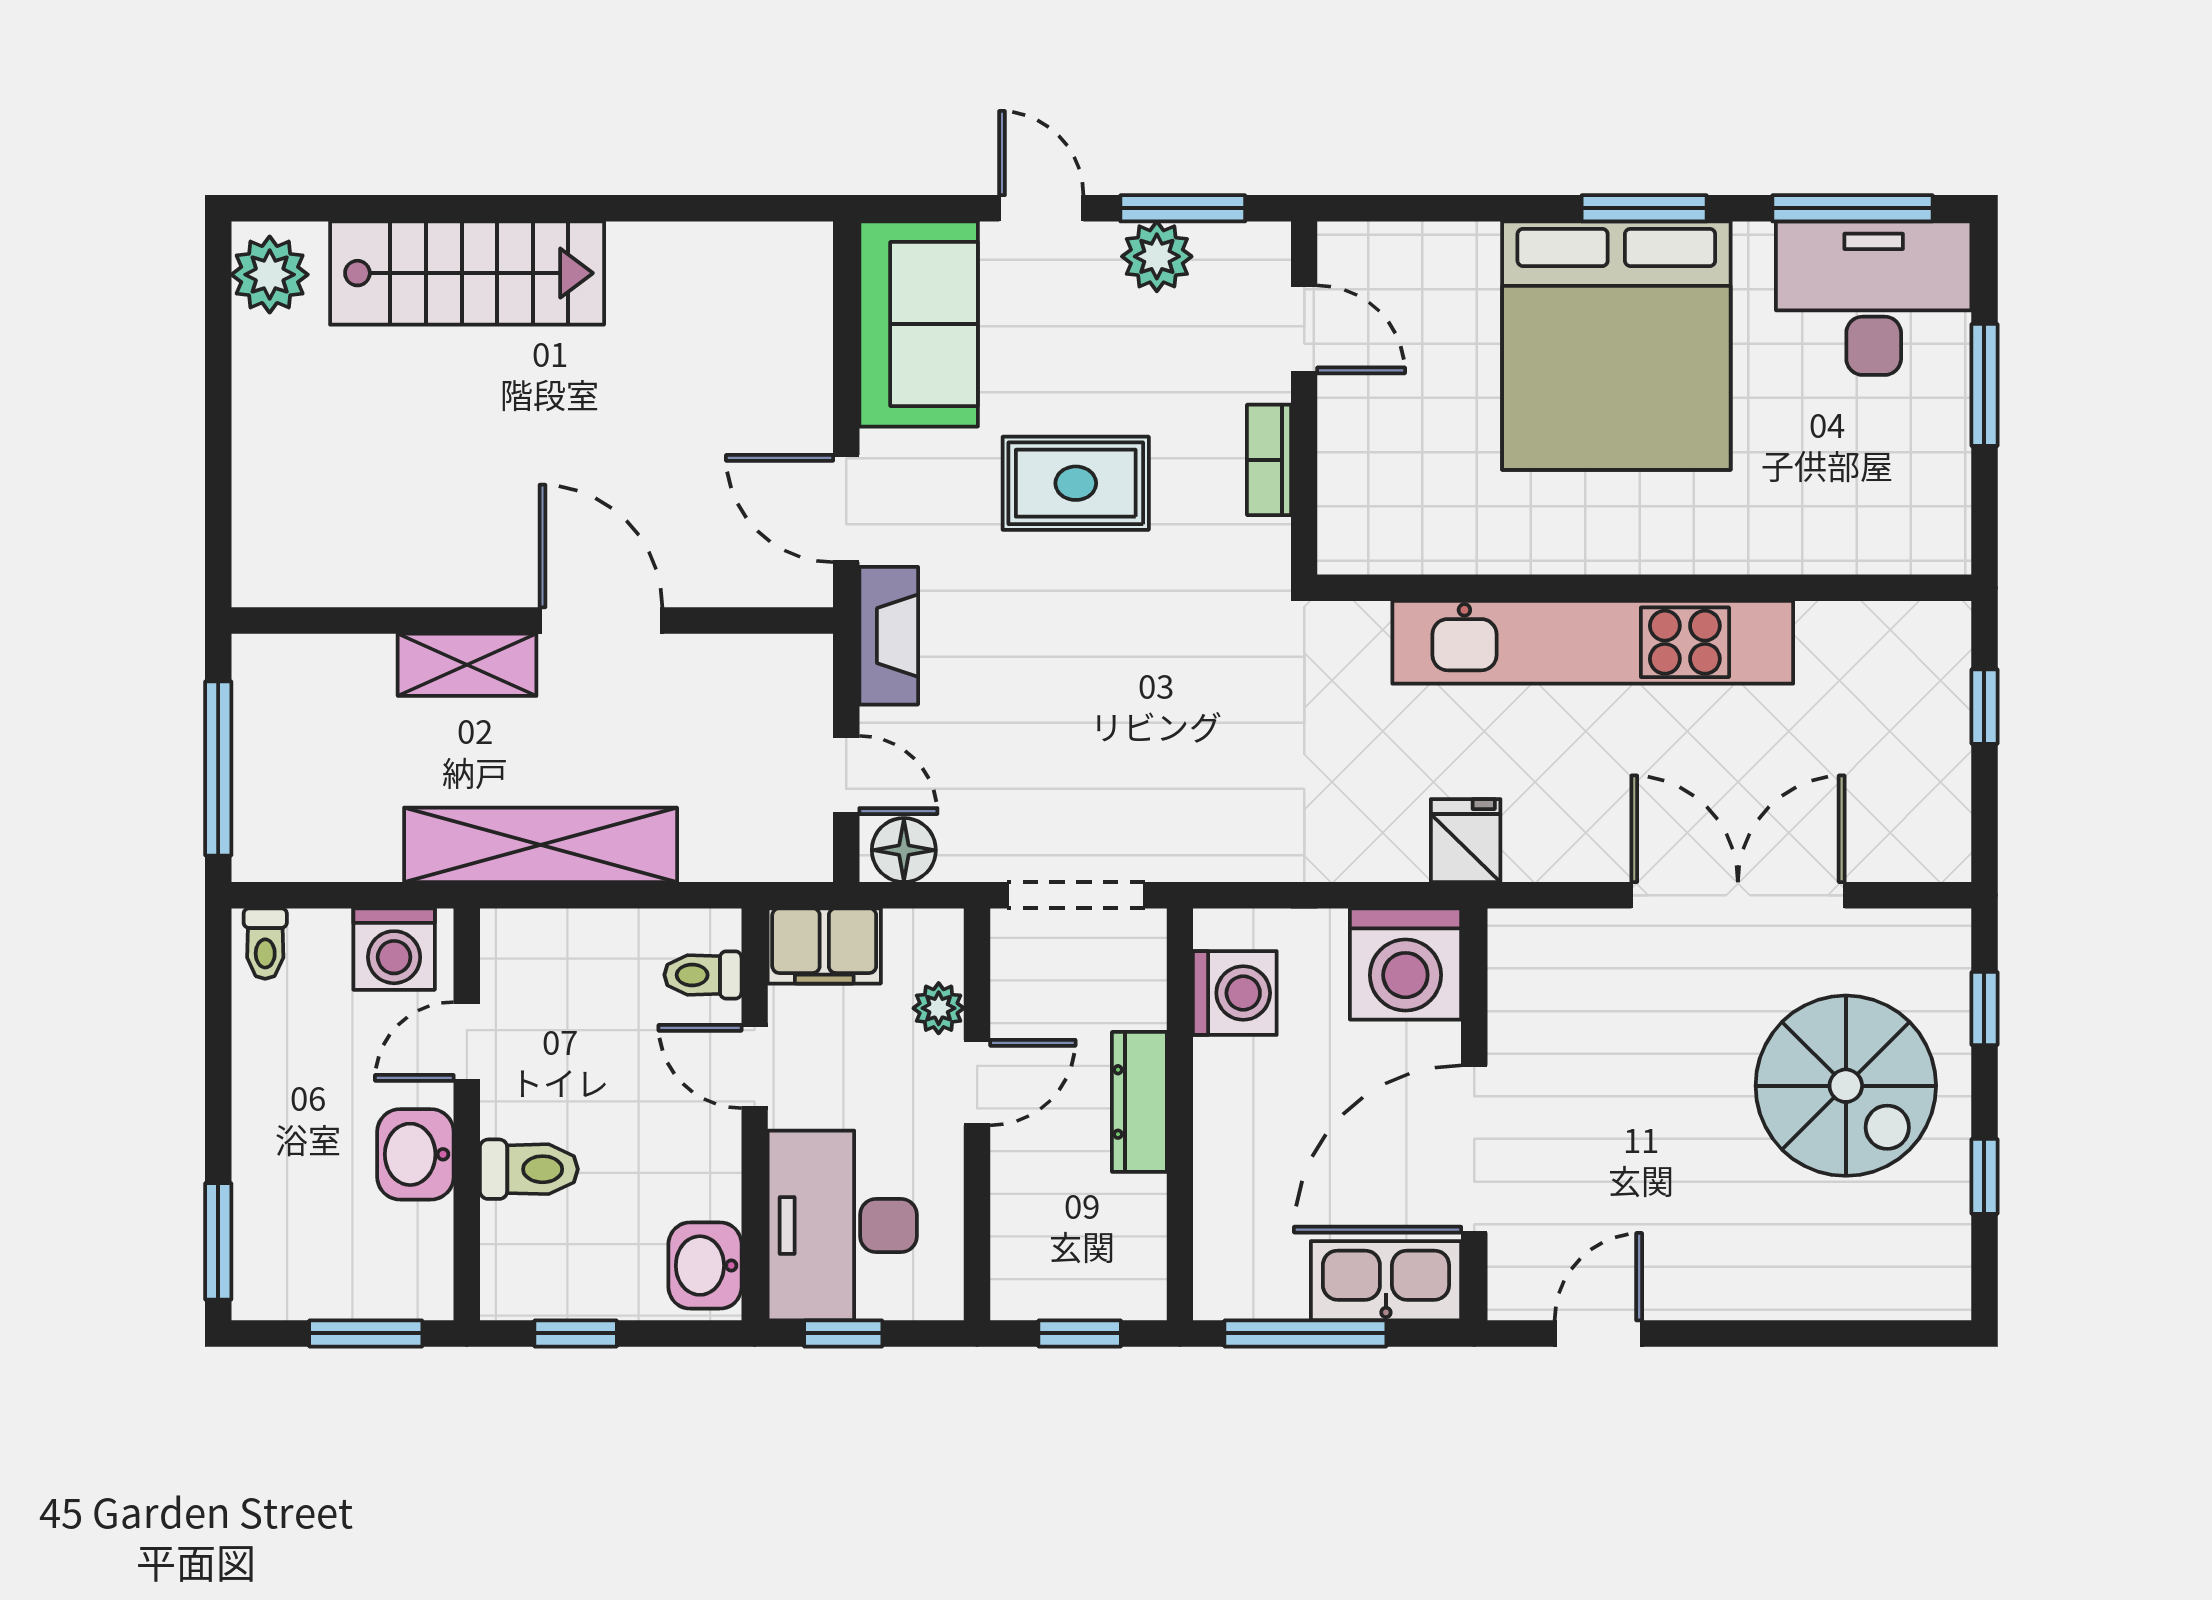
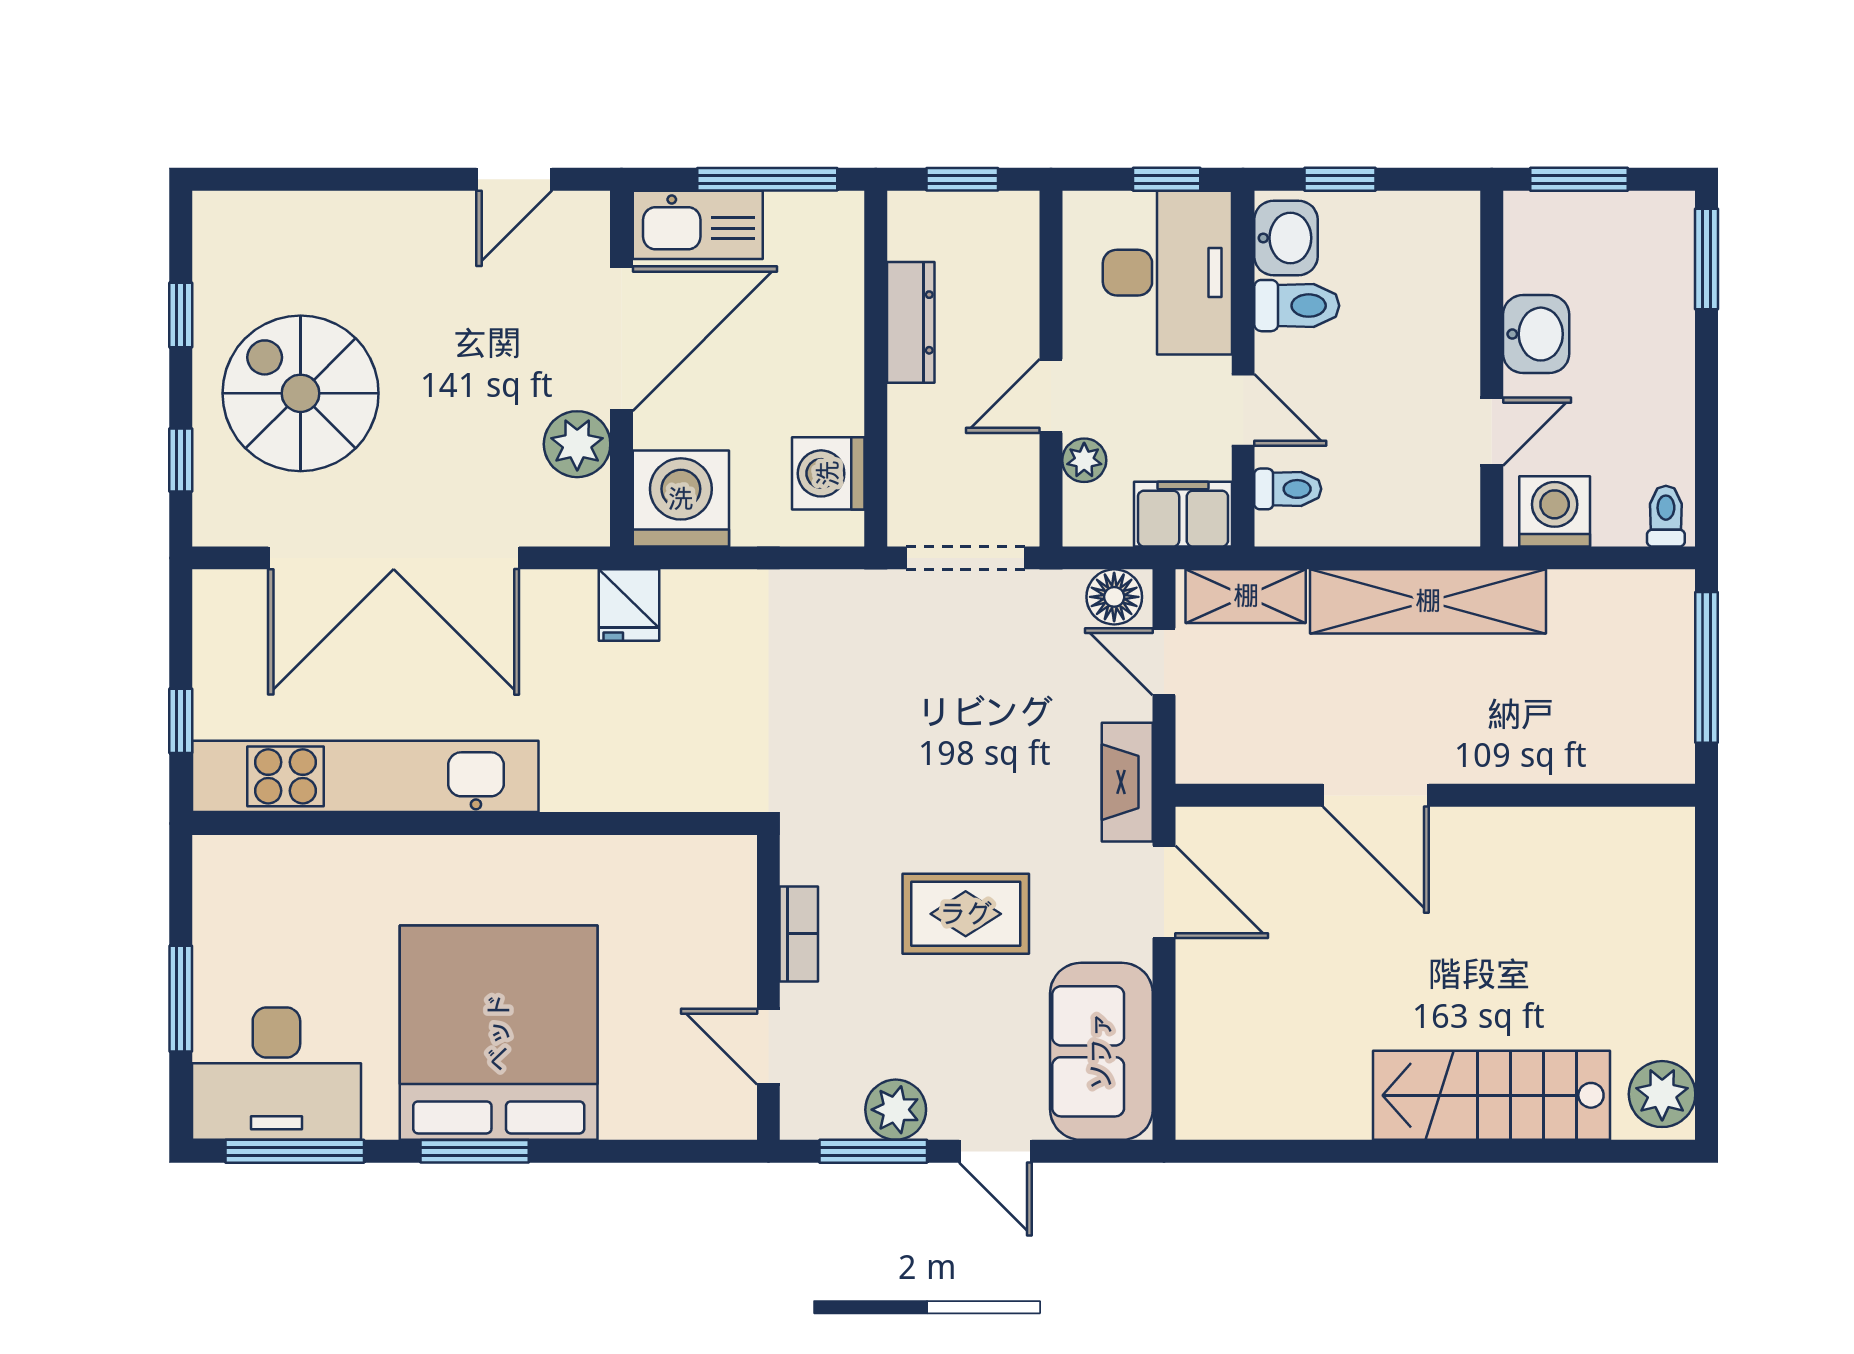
kitchen unit: (1593, 642) -> (365, 776), moved
shelving: (467, 665) -> (1246, 596), moved
double door: (1738, 895) -> (394, 558), width x1.36
plant: (1526, 1027) -> (577, 444), added
dresser: (1139, 1102) -> (911, 322), moved
toilet: (529, 1169) -> (1297, 306), moved, turned 180
window: (576, 1333) -> (1340, 179), moved

